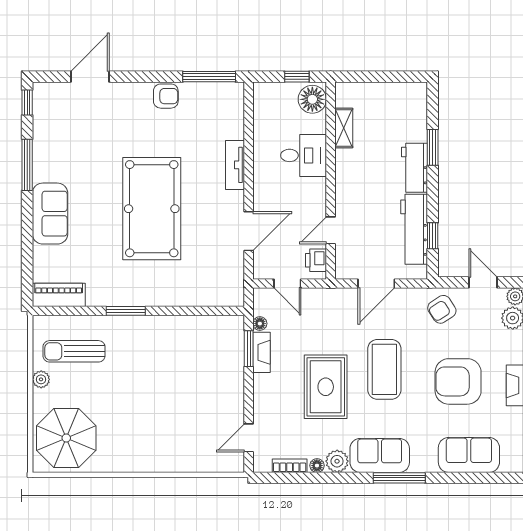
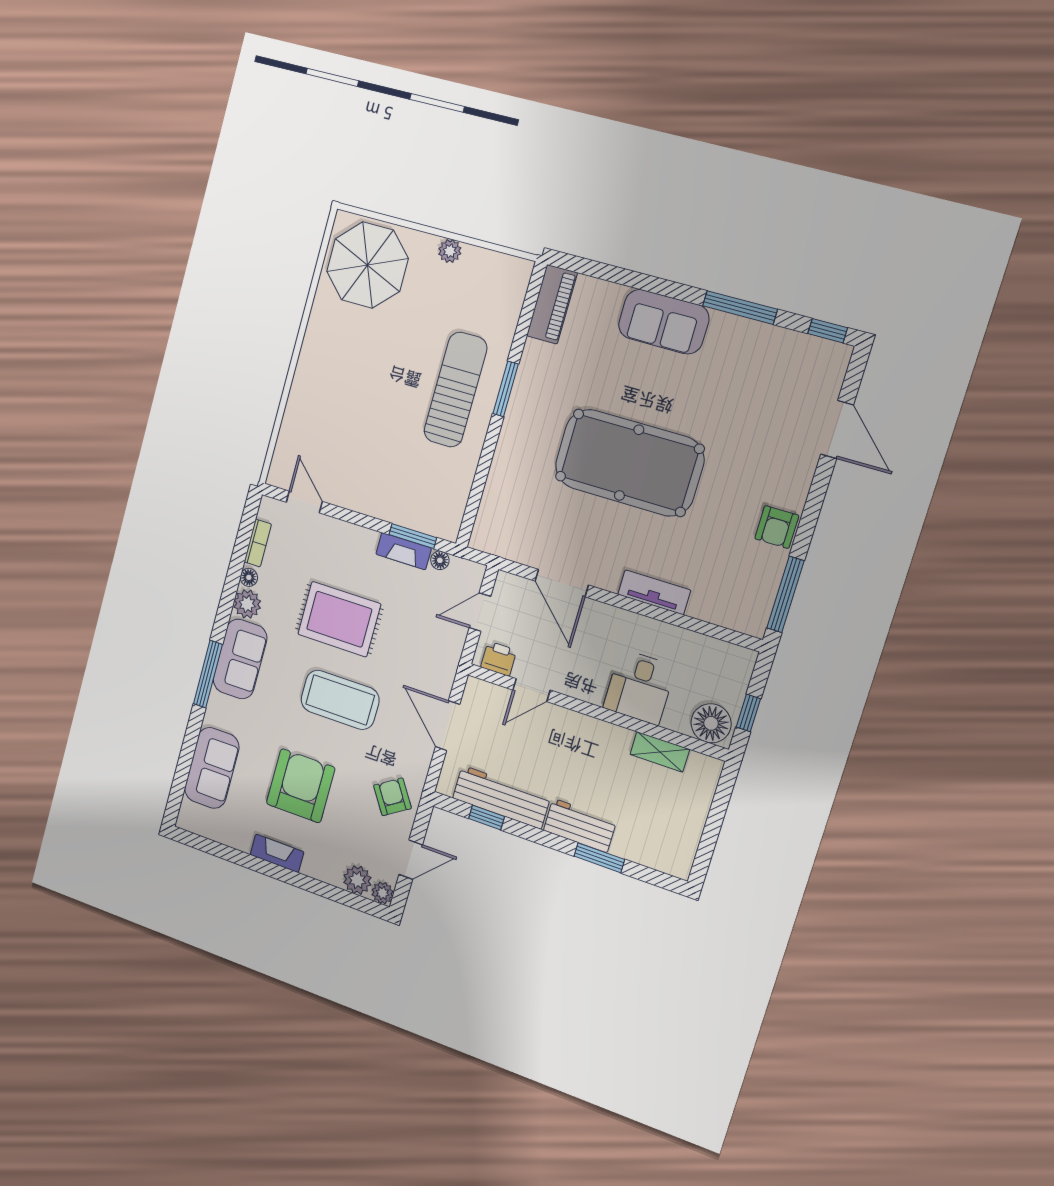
door: (331, 230) -> (531, 690), swing flipped
sun lounger: (74, 351) -> (455, 390), moved, width x1.36, depth x1.34

